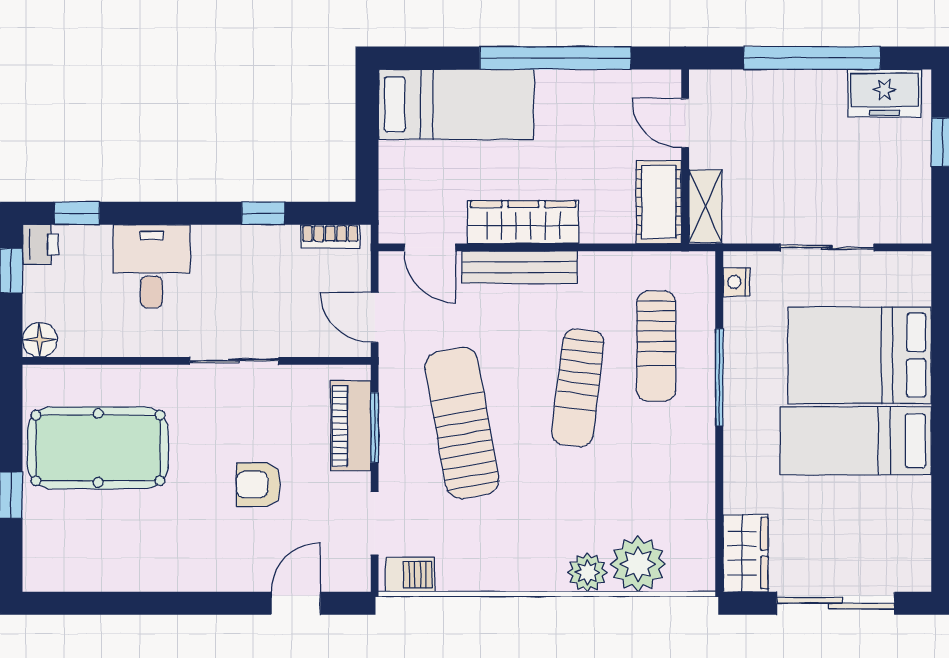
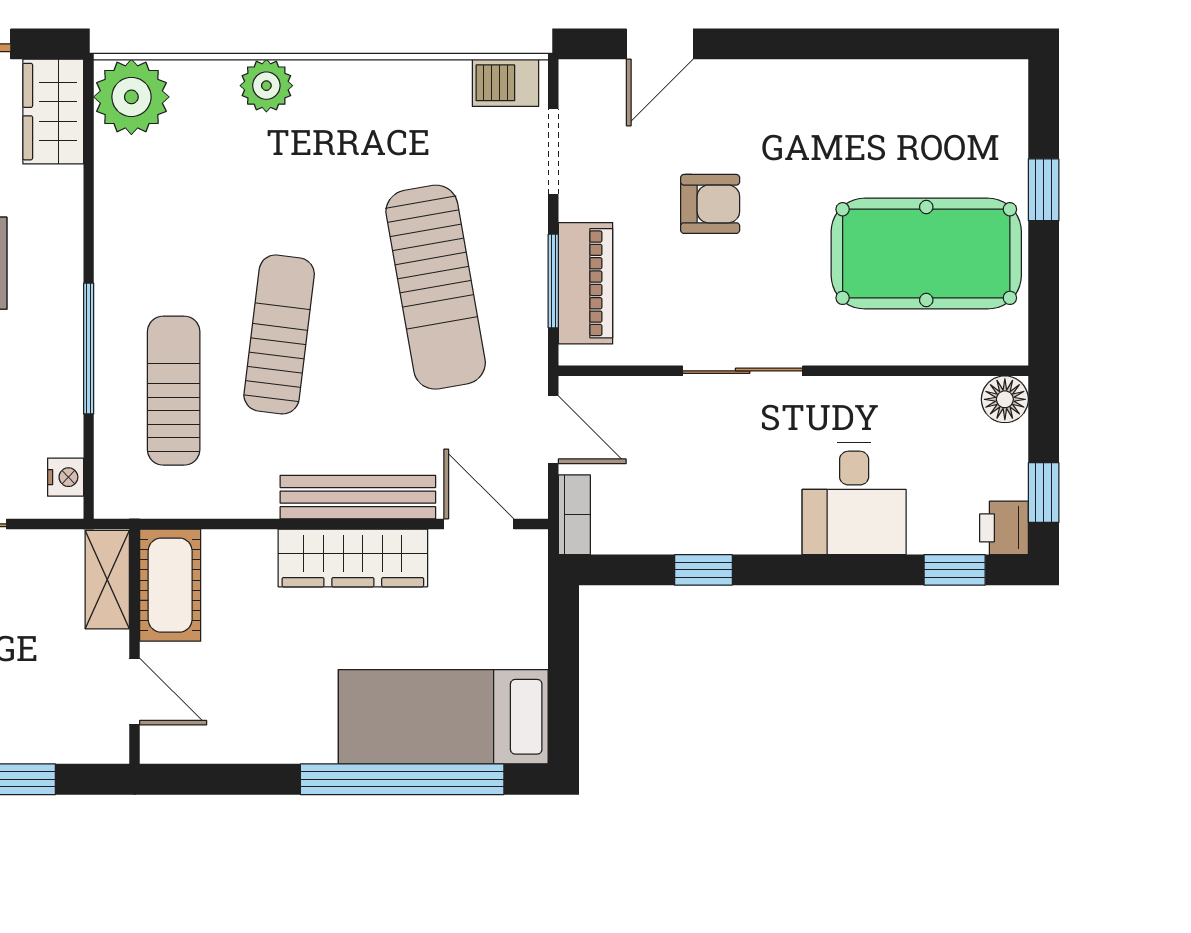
window: (555, 58) -> (402, 779), moved
bookcase: (330, 236) -> (574, 515), moved, turned 90
plant: (638, 564) -> (131, 97), moved

